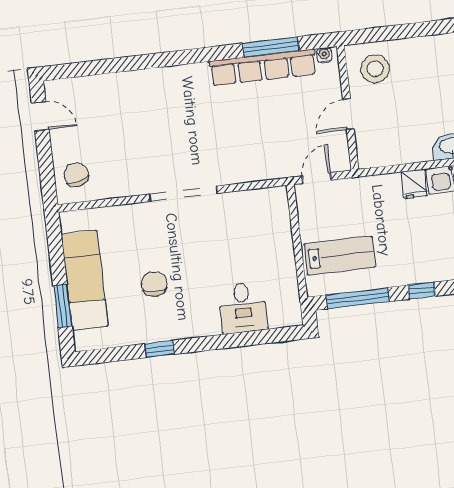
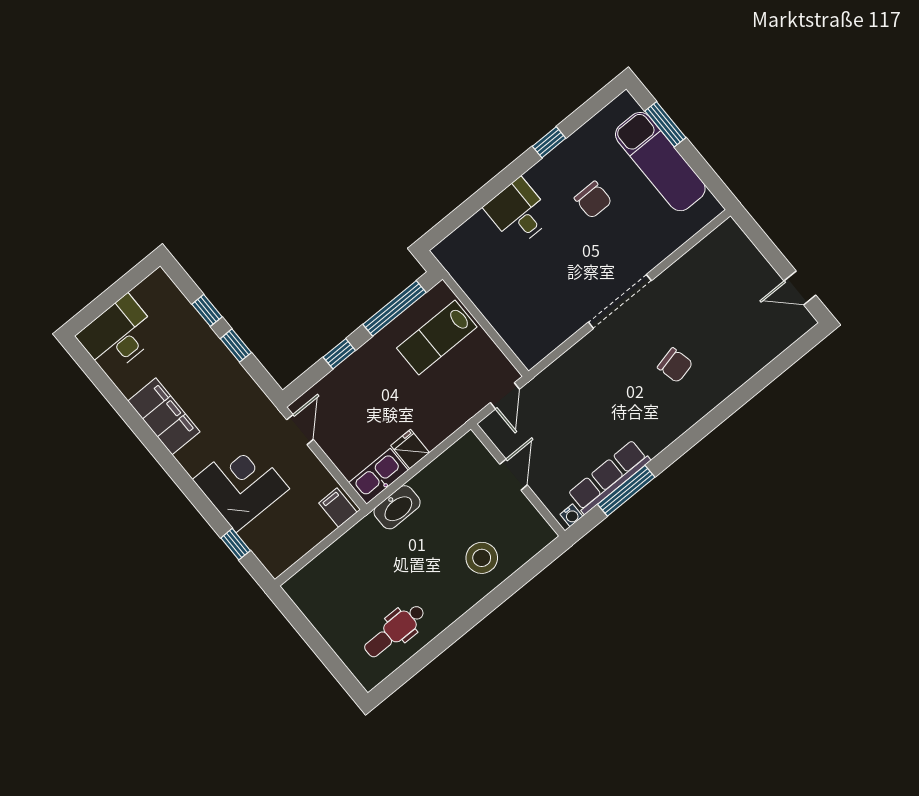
row of seats: (263, 67) -> (609, 477), width x0.73
stool: (375, 69) -> (482, 558), moved
chair: (76, 175) -> (675, 365), moved
desk: (243, 308) -> (518, 212), moved

